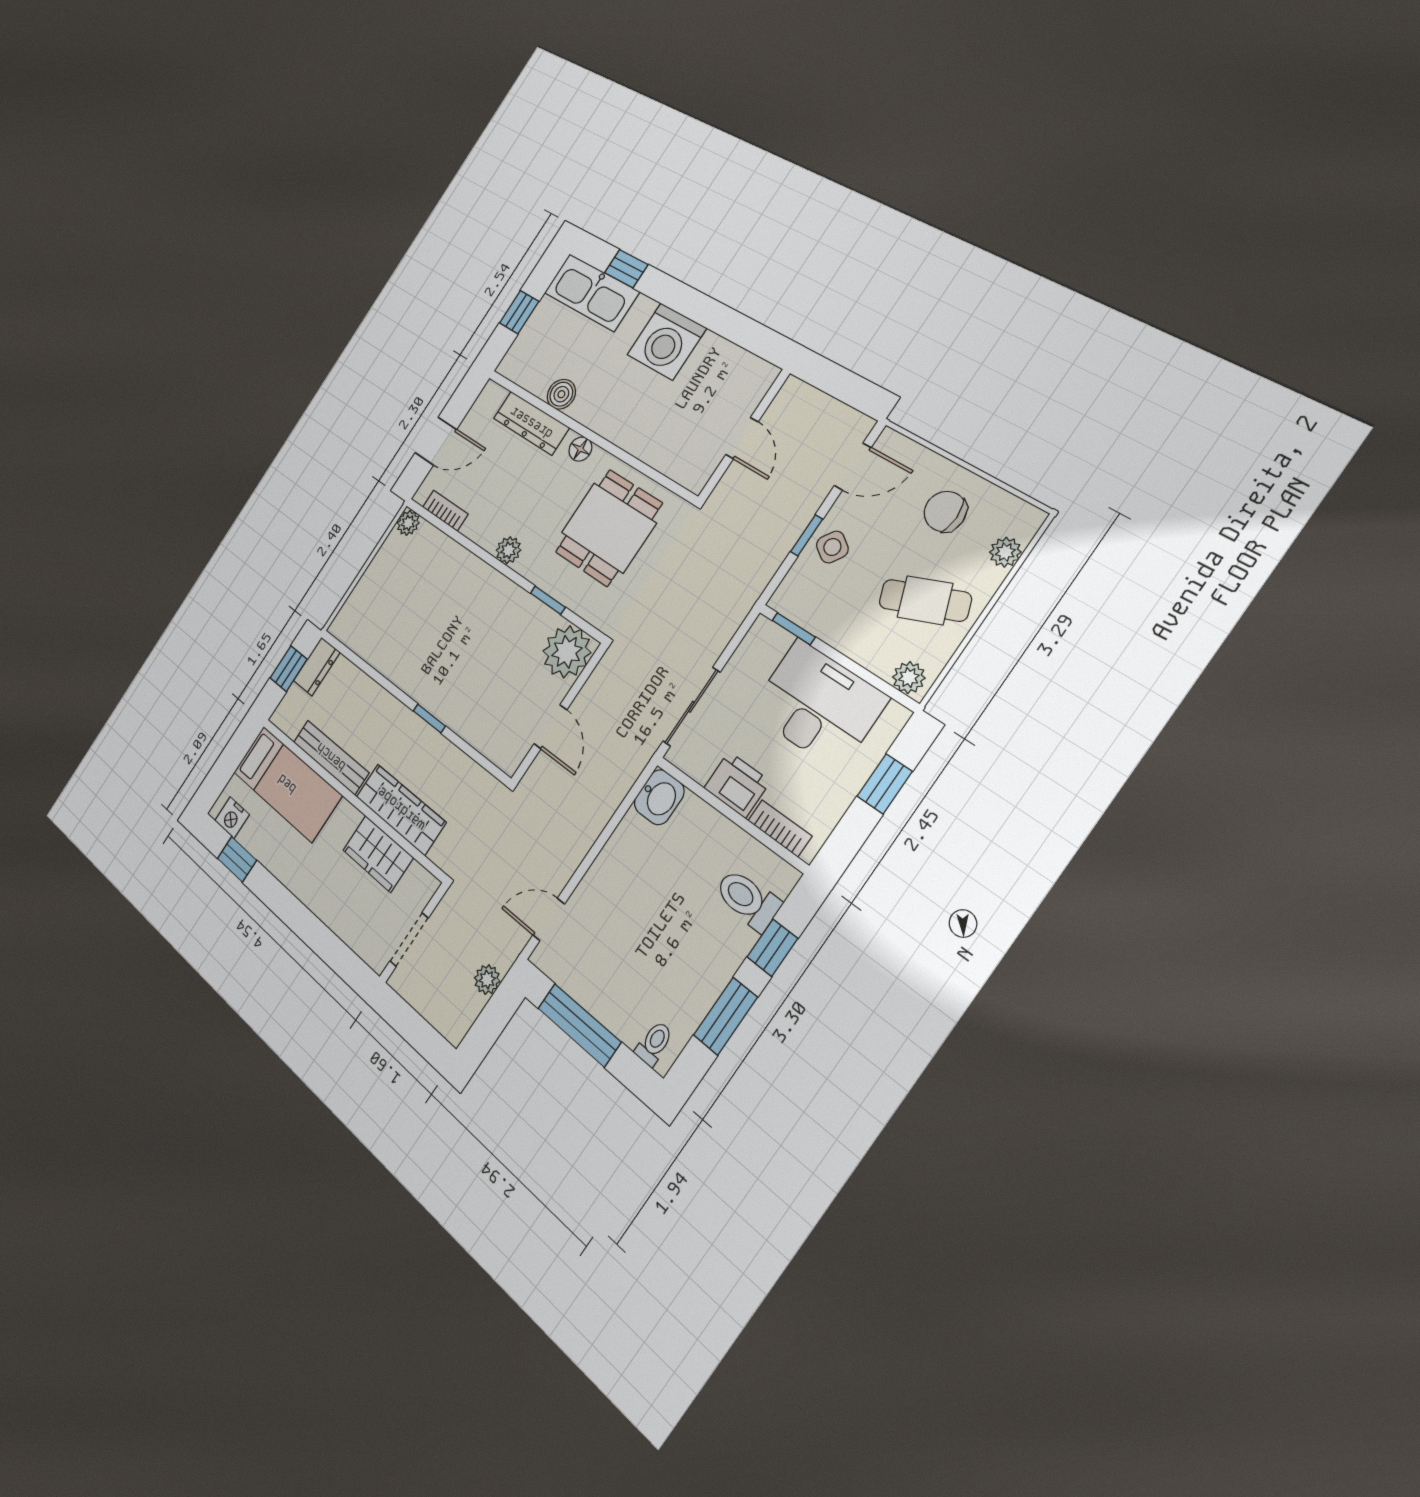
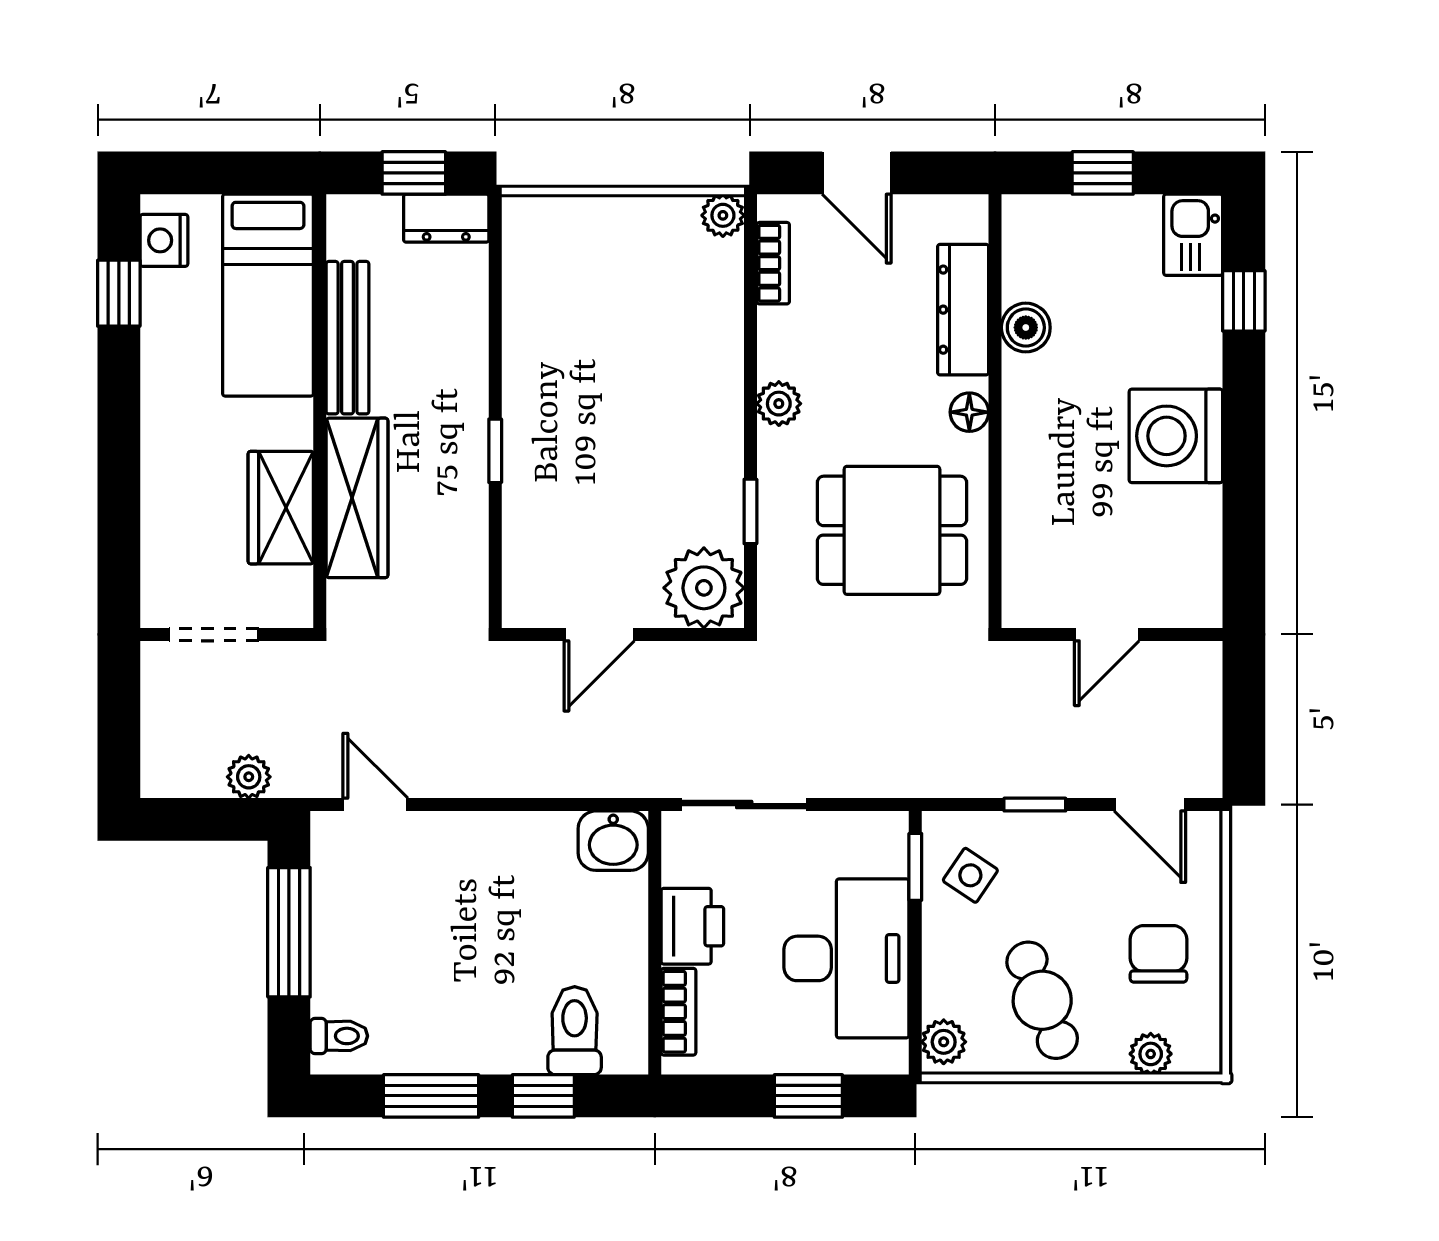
kitchen sink: (592, 292) -> (1193, 235), width x0.53, depth x0.81
side table: (832, 547) -> (970, 875), moved

